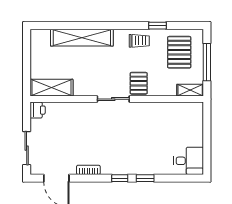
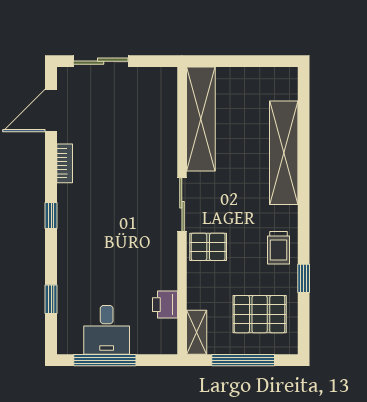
shelving: (52, 88) -> (201, 119), width x1.47
printer: (38, 110) -> (165, 305), moved, turned 90
window: (207, 145) -> (105, 360), added
desk: (189, 161) -> (107, 330), moved
window: (145, 178) -> (51, 299), moved

